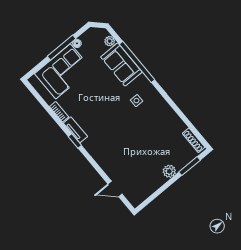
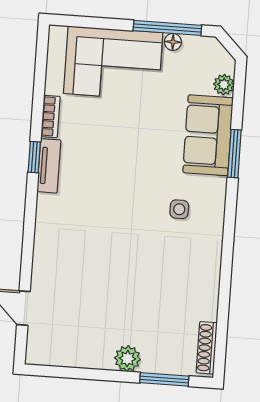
window: (62, 48) -> (167, 28), moved
window: (137, 62) -> (234, 154), width x0.47
window: (75, 141) -> (34, 157), moved

